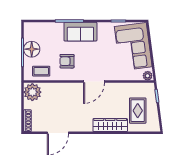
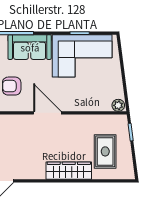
corner sofa: (133, 47) -> (82, 56), moved, turned -83
door: (94, 82) -> (47, 113), swing flipped

